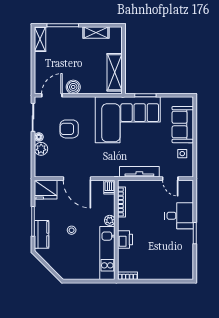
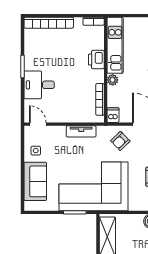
armchair: (102, 163) -> (120, 141), added
tv unit: (139, 172) -> (81, 131), width x0.71
door: (170, 179) -> (38, 124), moved
bookcase: (170, 274) -> (49, 23), added

